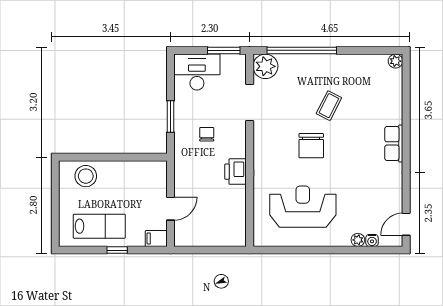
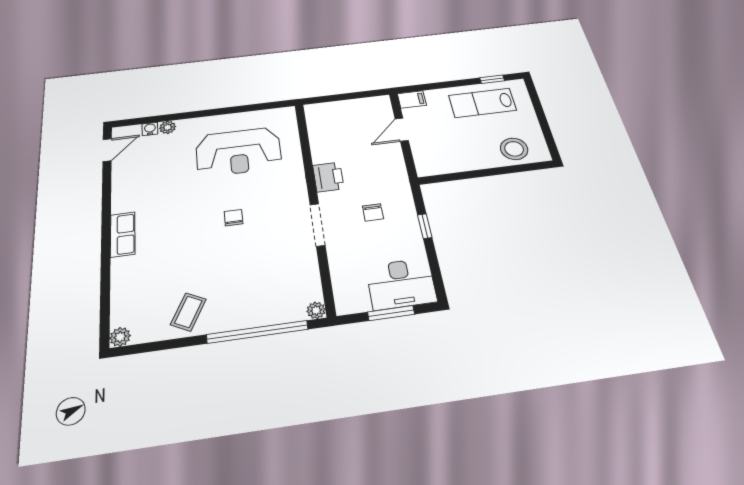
window: (224, 50) -> (391, 313), moved
plant: (265, 66) -> (316, 310), width x0.53, depth x0.53
doorway: (250, 102) -> (317, 225), moved
coffee table: (329, 106) -> (188, 312), moved
window: (170, 116) -> (425, 226), width x0.67
chair: (311, 146) -> (234, 218), width x0.54, depth x0.54
window: (117, 250) -> (492, 79), moved

